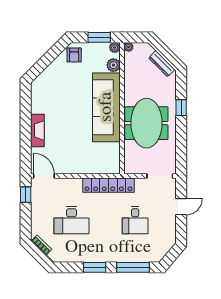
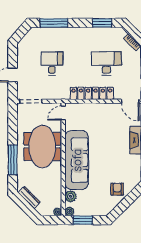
armchair: (74, 55) -> (117, 189), moved
window: (181, 108) -> (13, 160), width x2.17
door: (122, 162) -> (63, 113), added
locker: (108, 185) -> (92, 93), moved
window: (95, 267) -> (102, 23), moved

